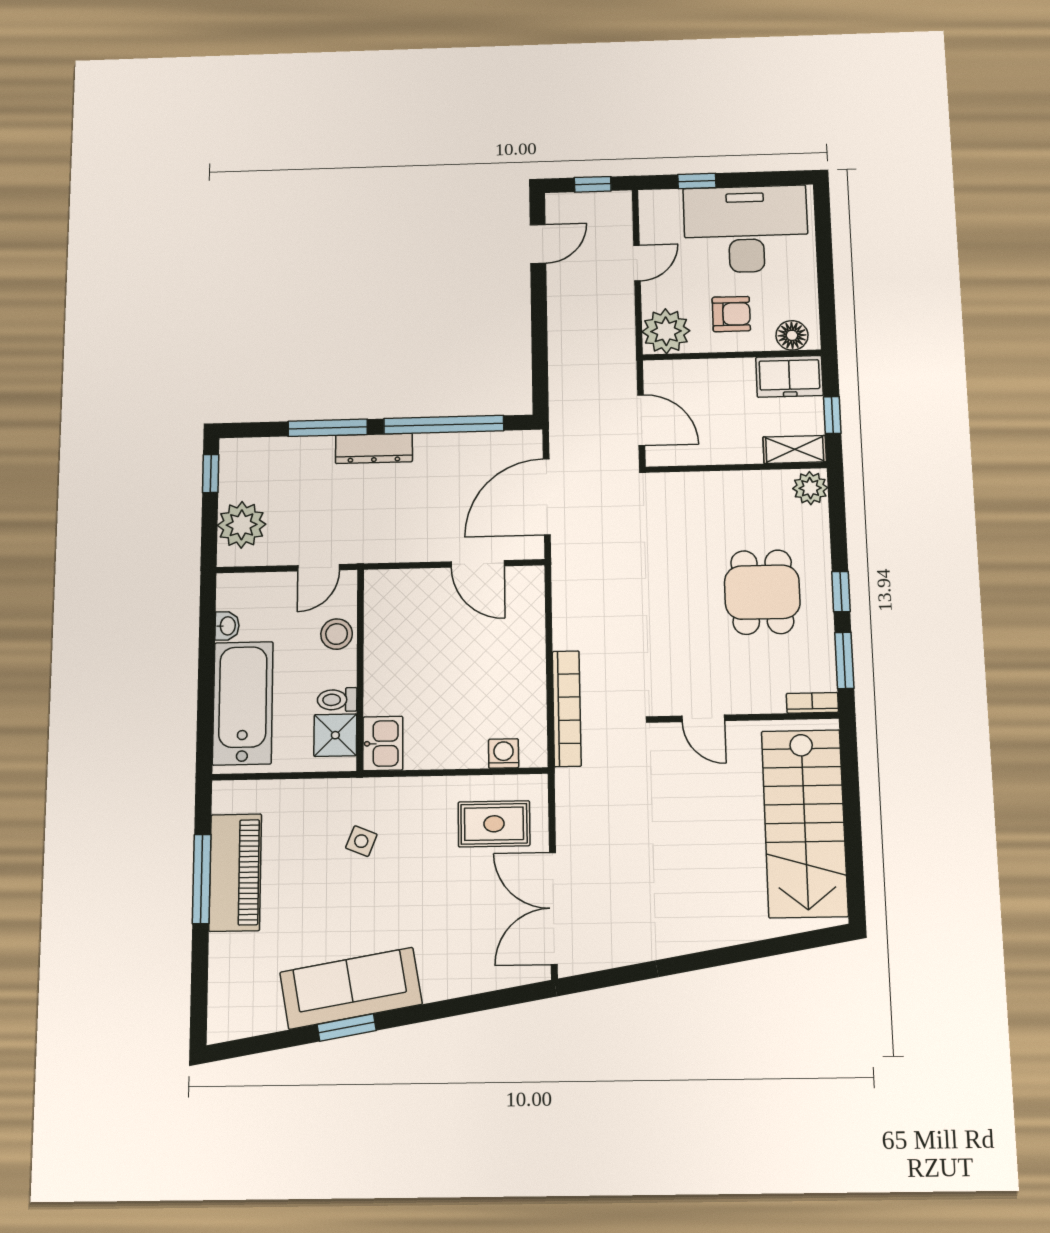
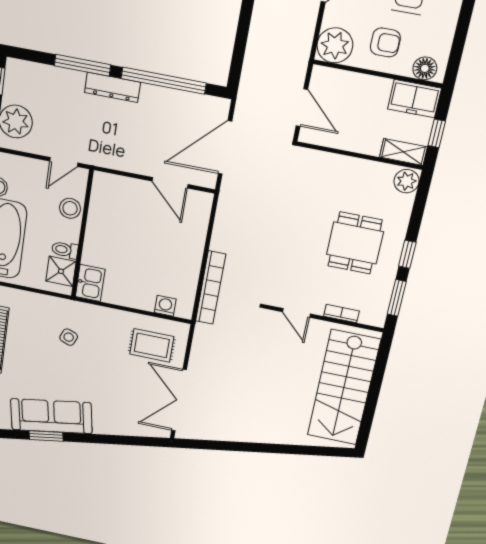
bookcase: (812, 703) -> (341, 314), moved

